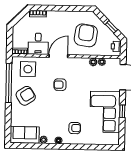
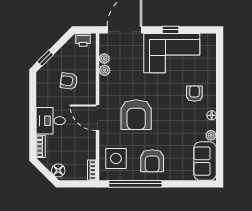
floor lamp: (20, 26) -> (58, 170), added
window: (111, 27) -> (45, 58), moved
armchair: (86, 35) -> (69, 81), width x0.53, depth x0.53
desk: (38, 44) -> (51, 121), moved, turned 180
armchair: (60, 85) -> (136, 115), width x1.88, depth x1.88
armchair: (26, 96) -> (152, 161), turned -147

